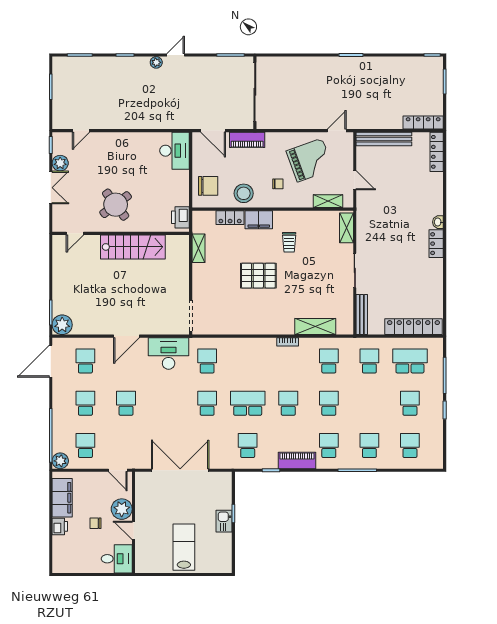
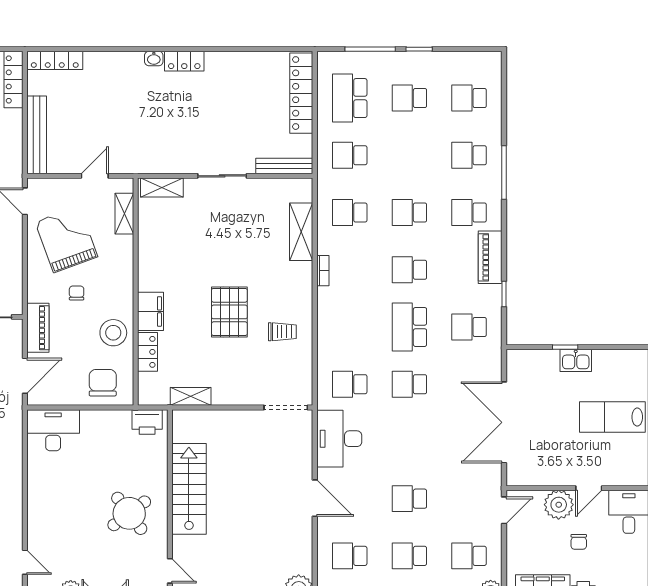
chair: (278, 184) -> (77, 293), moved
trolley: (289, 242) -> (282, 332), moved

